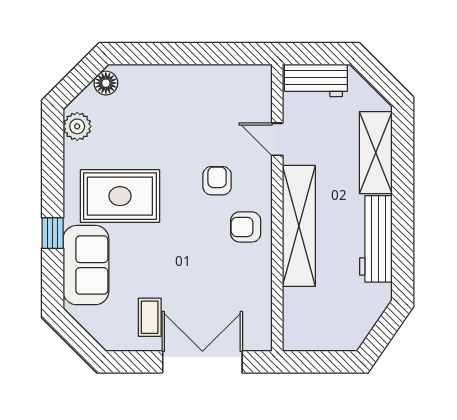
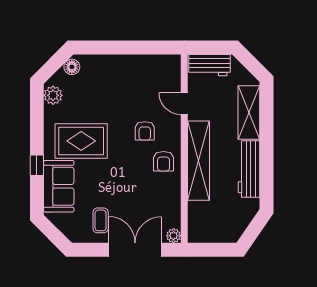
armchair: (217, 181) -> (145, 131), turned 180
armchair: (246, 227) -> (164, 161), turned -90
plant: (261, 340) -> (174, 236), added

